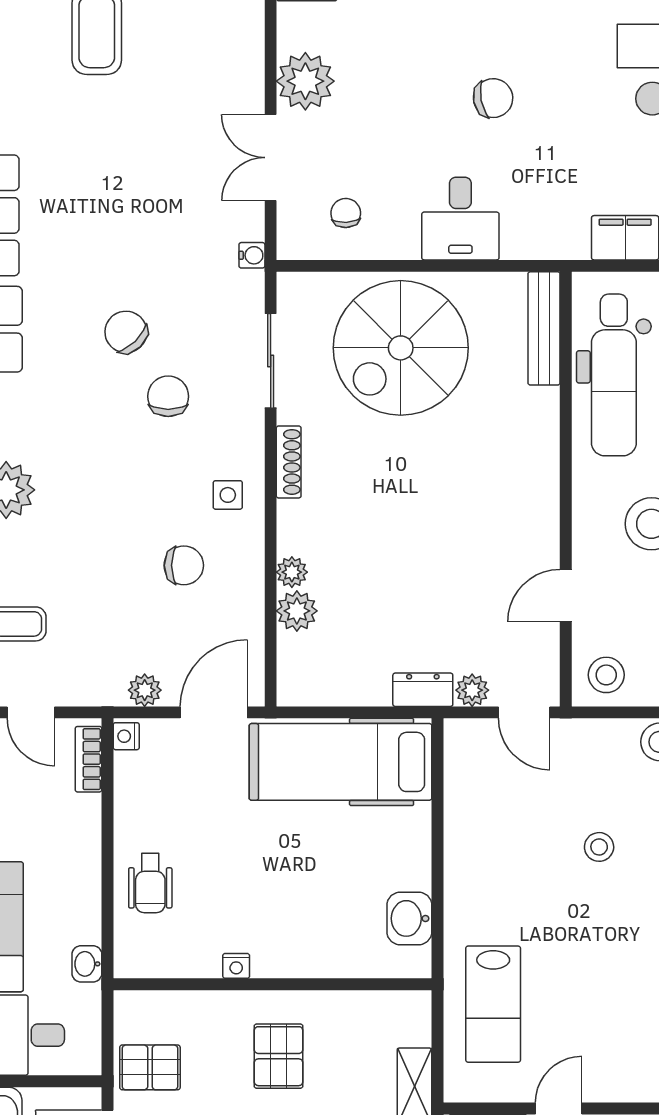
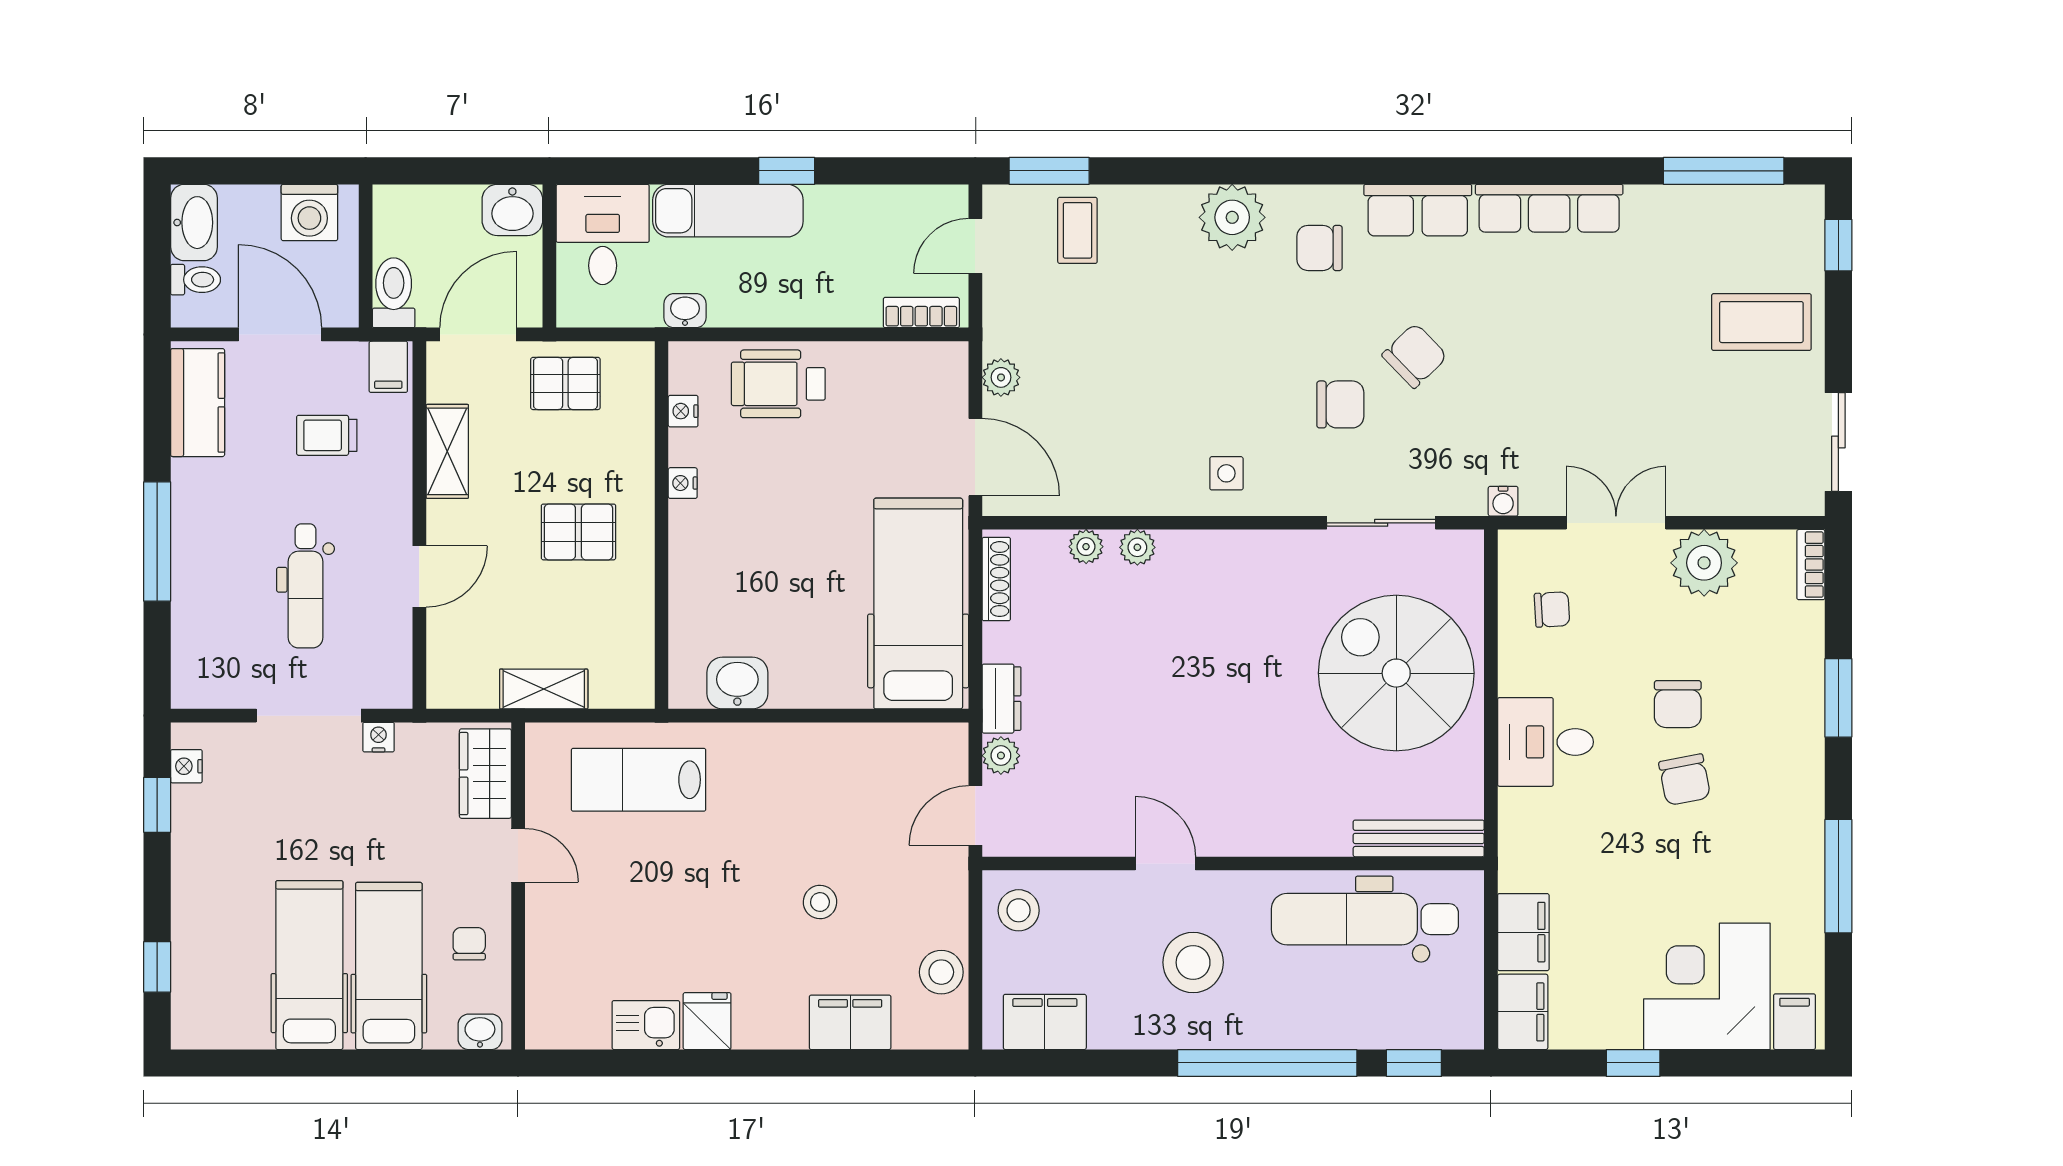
chair: (428, 104) -> (1678, 704), added
shoe rack: (289, 462) -> (996, 579), moved, turned -90
chair: (184, 565) -> (1319, 248), moved, turned 90
door: (566, 596) -> (1165, 863), moved
plant: (297, 611) -> (1086, 547), width x0.73, depth x0.73
nightstand: (126, 736) -> (683, 411), moved, turned -90
wheelchair: (150, 883) -> (778, 384), width x1.36, depth x1.37
pallet: (150, 1067) -> (565, 383), turned 90

